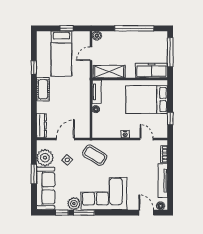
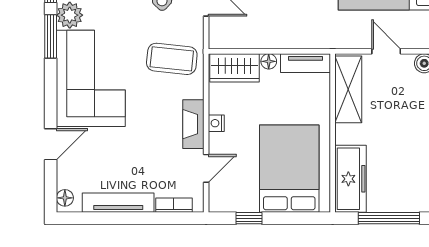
wardrobe: (99, 125) -> (235, 68), added
fireplace: (126, 145) -> (193, 124), added
coffee table: (95, 155) -> (172, 59), turned 64
door: (146, 213) -> (51, 144), moved

